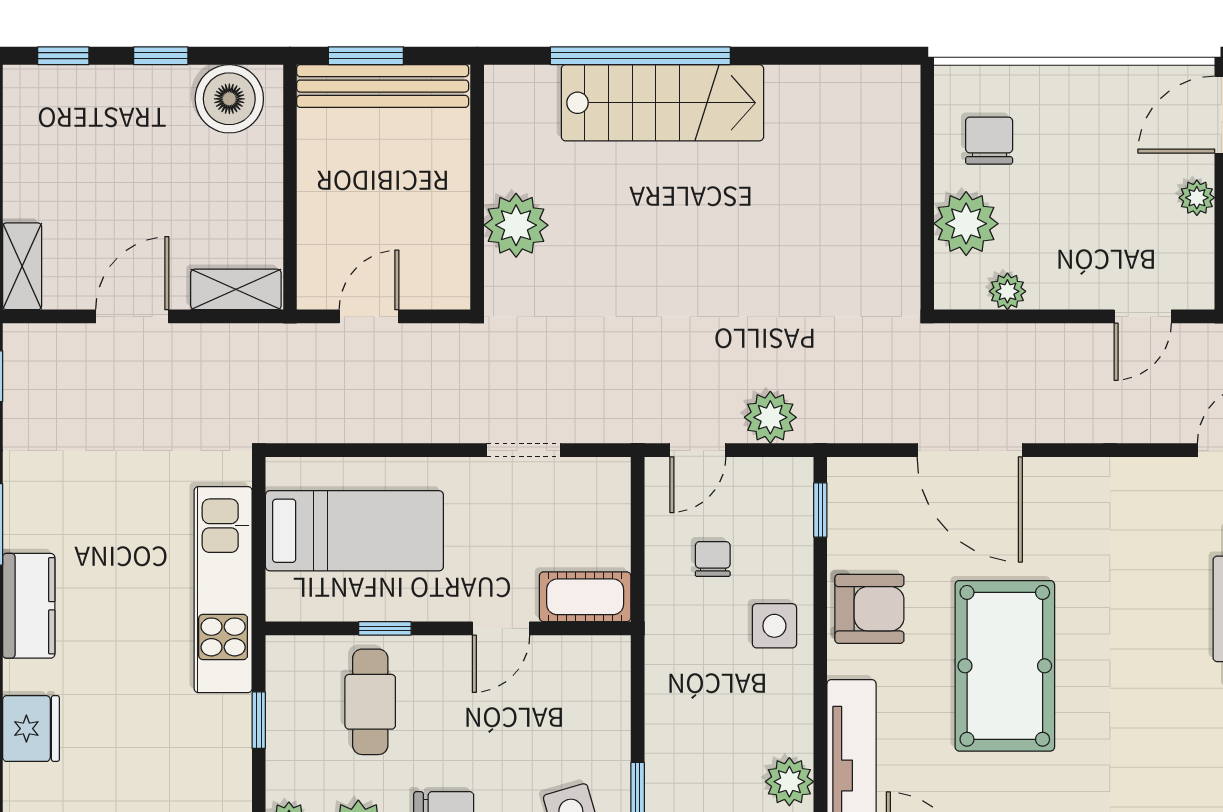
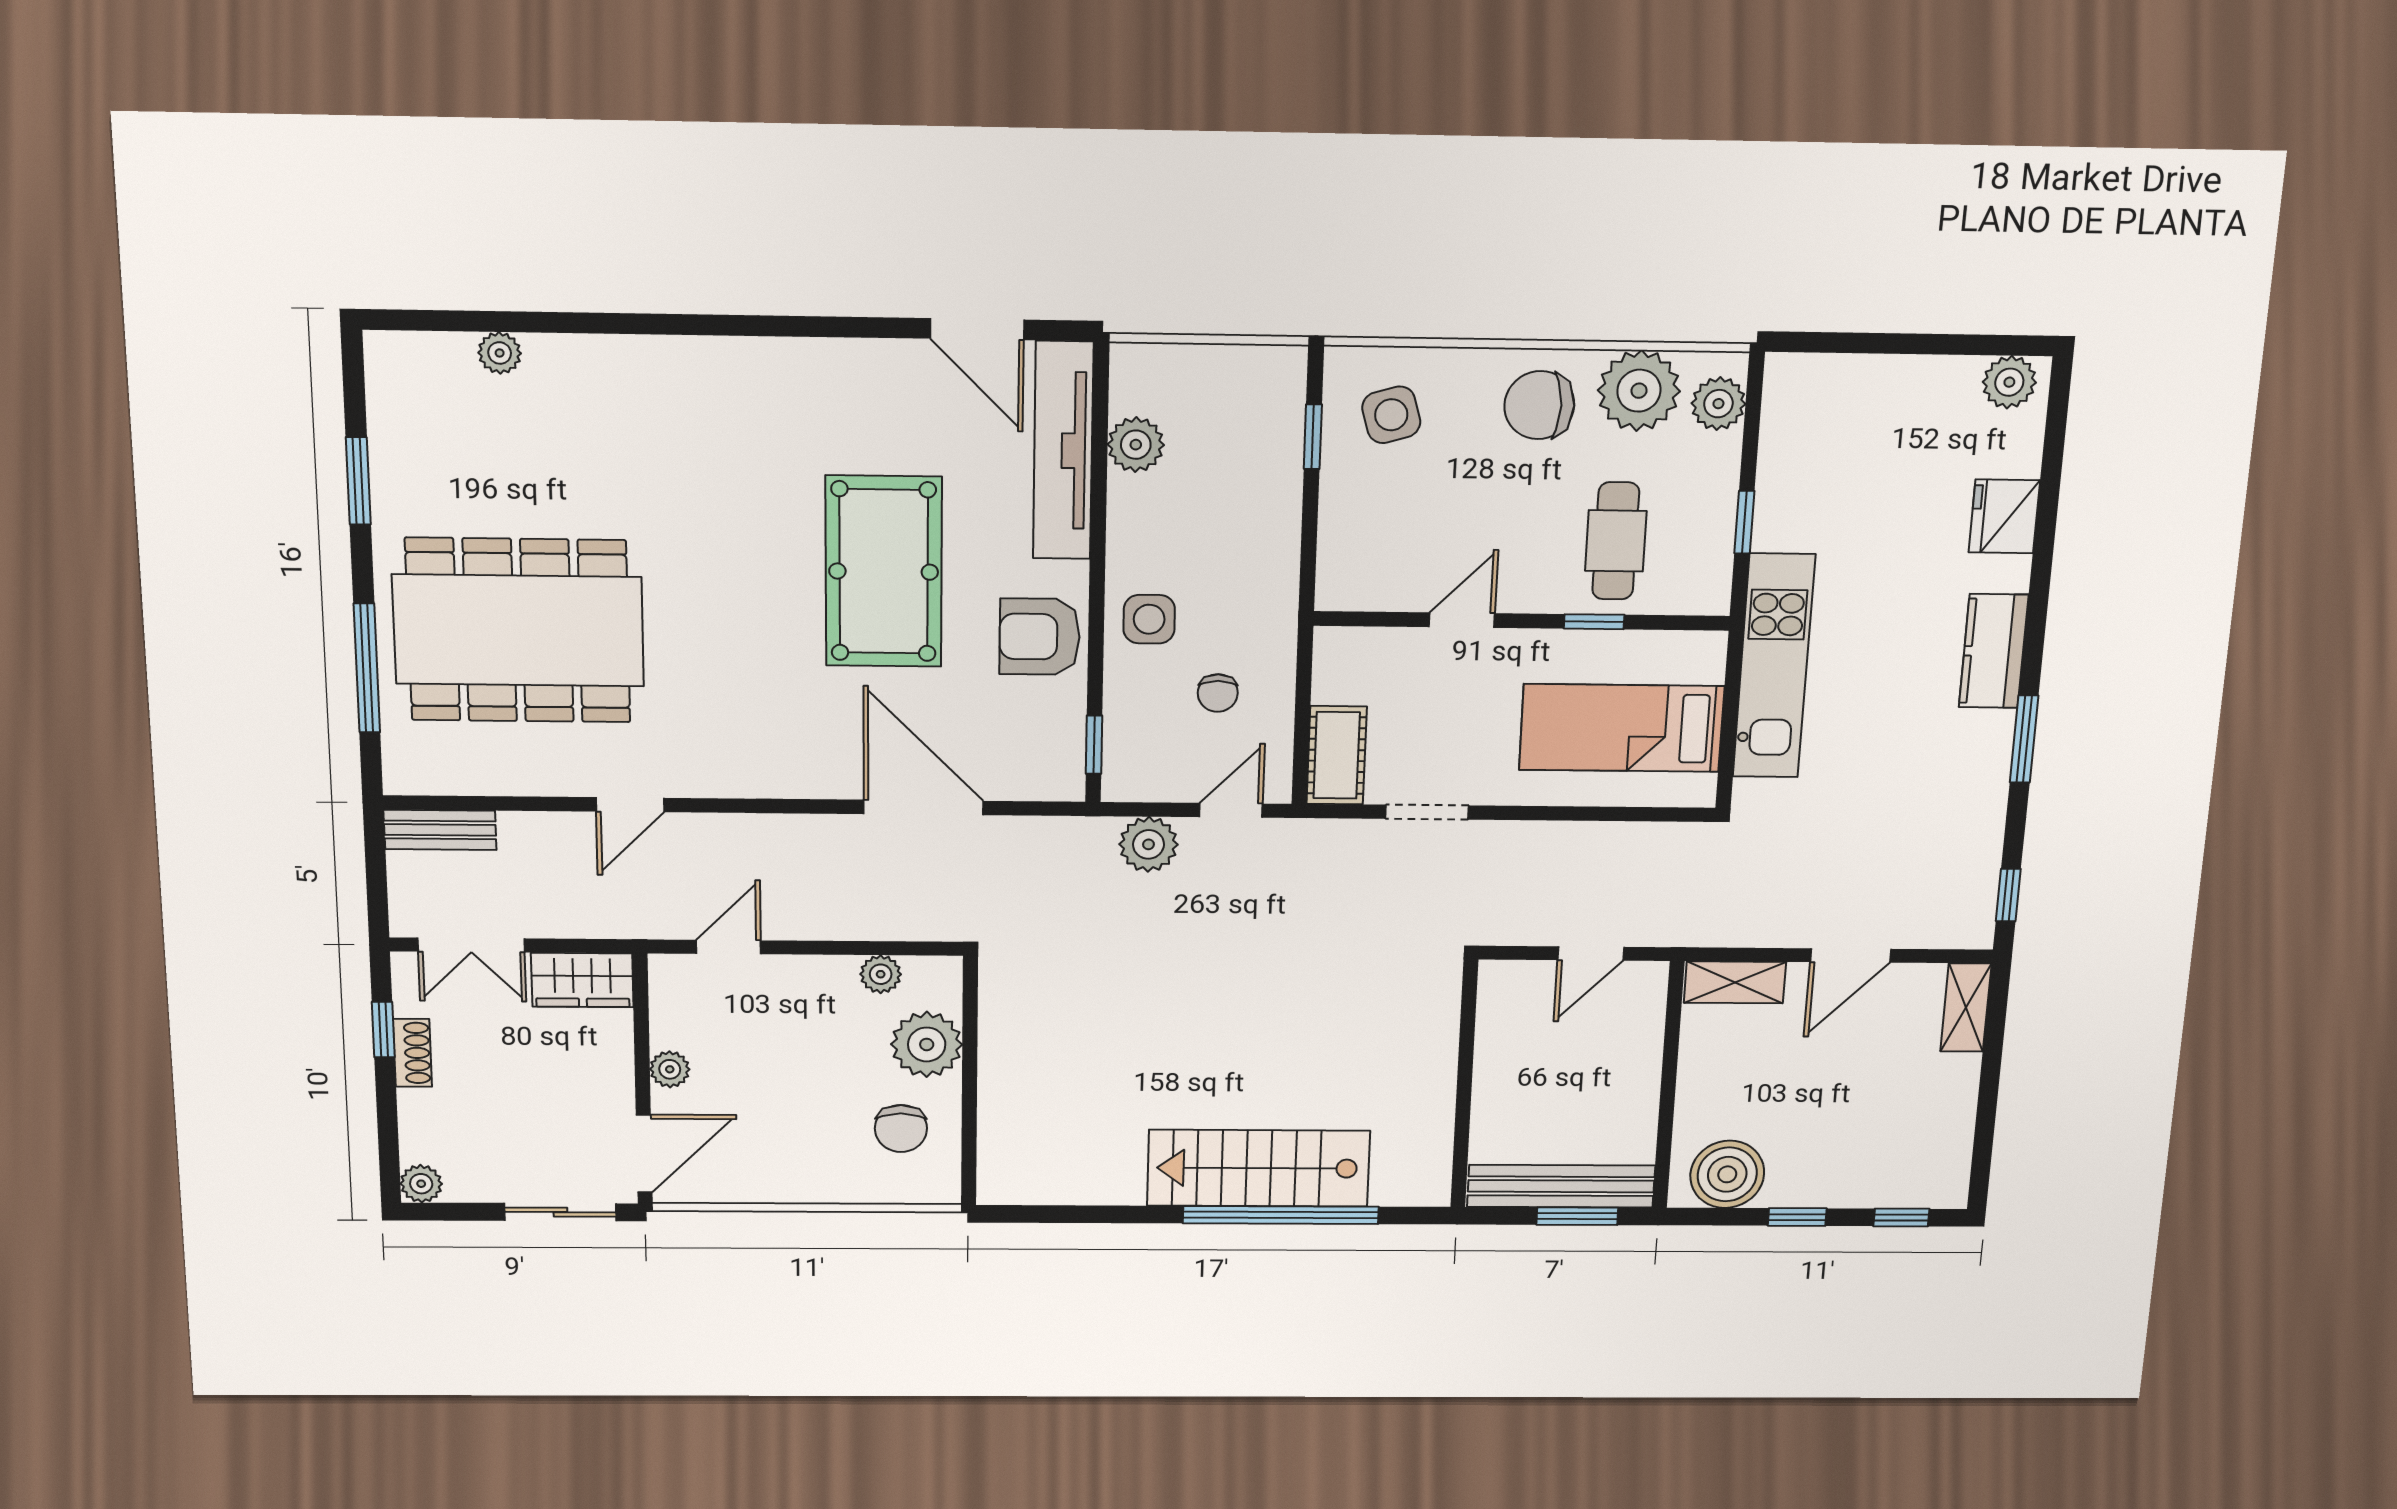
plant: (516, 225) -> (1424, 1046), removed
cot: (585, 597) -> (1337, 755), moved, turned 90

